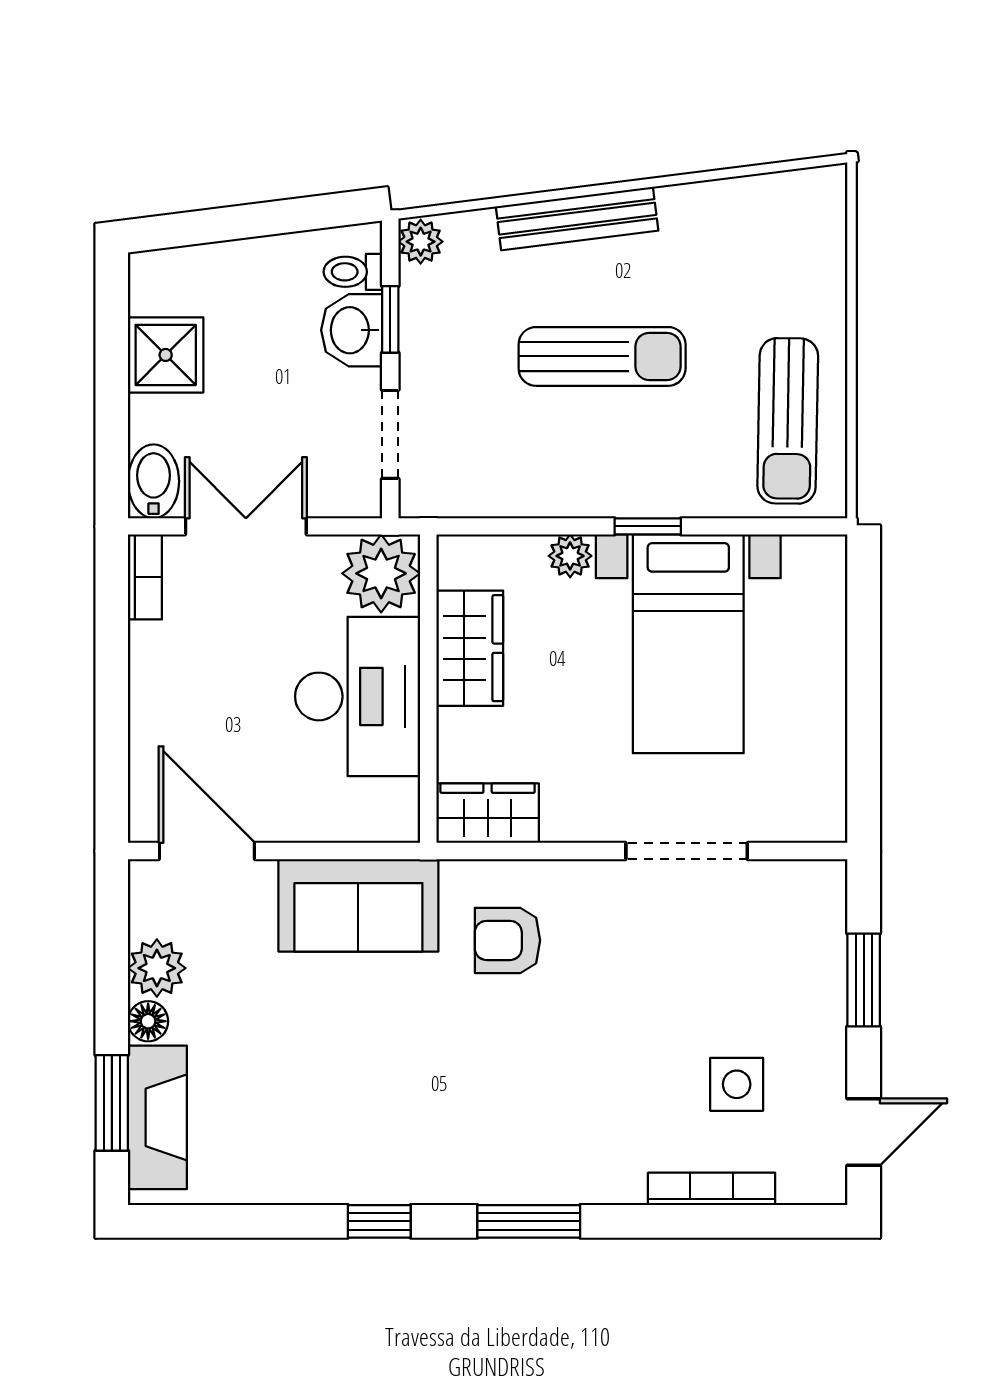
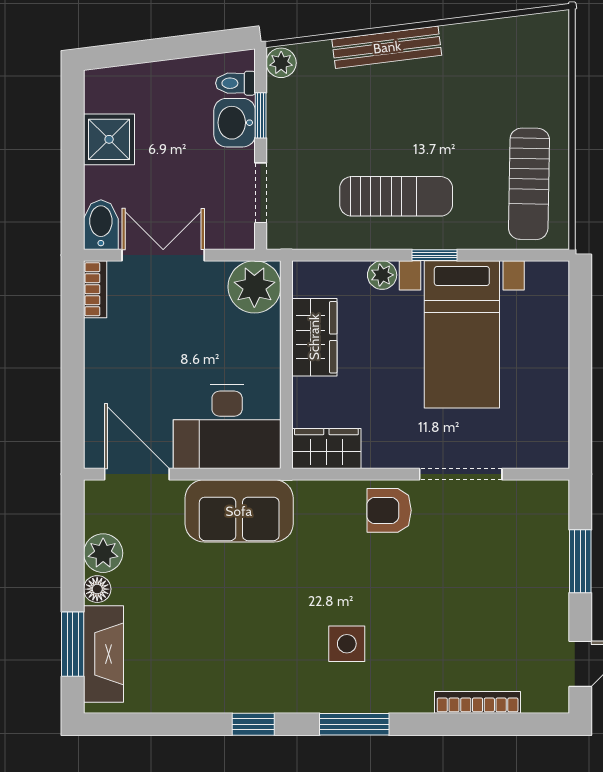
sun lounger: (602, 356) -> (396, 196), moved
desk: (358, 696) -> (227, 426), moved, turned 90
armchair: (507, 940) -> (389, 510), moved
side table: (737, 1084) -> (347, 644), moved

